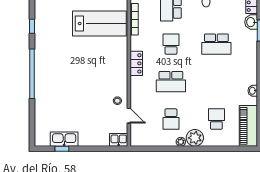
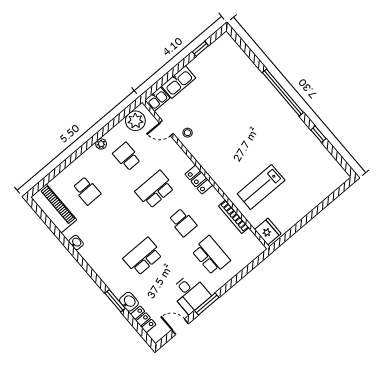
lab bench: (99, 24) -> (261, 187), width x0.73, depth x0.72
plant: (195, 138) -> (135, 121), moved
kitchen sink: (64, 139) -> (179, 82), moved

